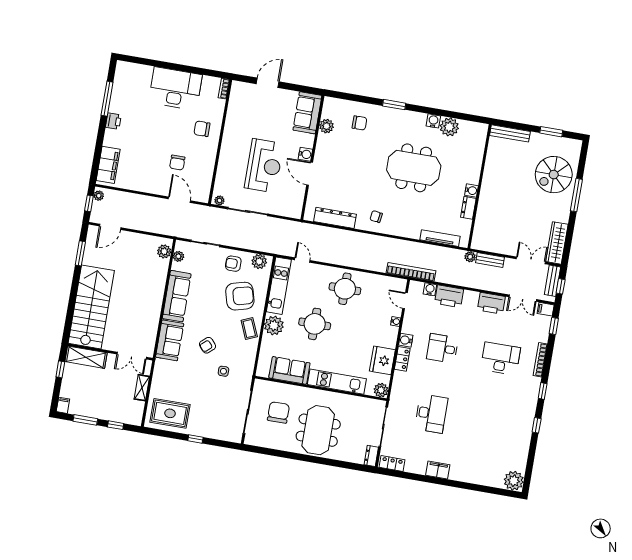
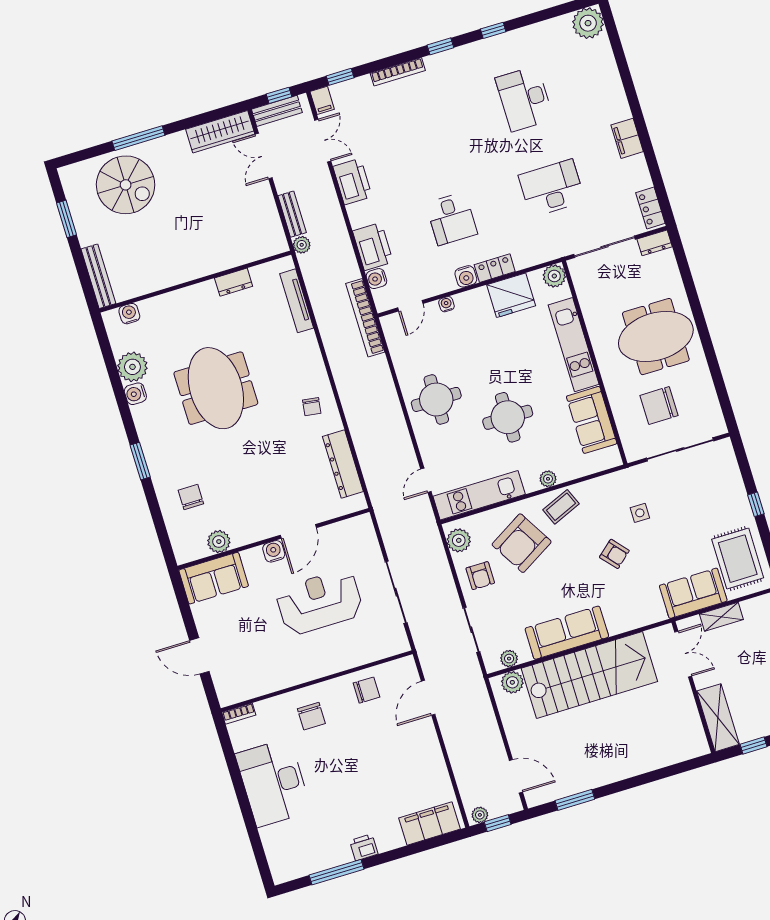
chair: (177, 163) -> (367, 690), moved
water cooler: (471, 190) -> (129, 314), moved
plant: (219, 200) -> (401, 640), removed
armchair: (240, 296) -> (522, 543), turned -106
stairs: (91, 307) -> (589, 675), moved, turned 180
plant: (274, 325) -> (548, 479), width x0.53, depth x0.53
sofa: (170, 340) -> (693, 593), moved
desk: (501, 359) -> (524, 99), moved

